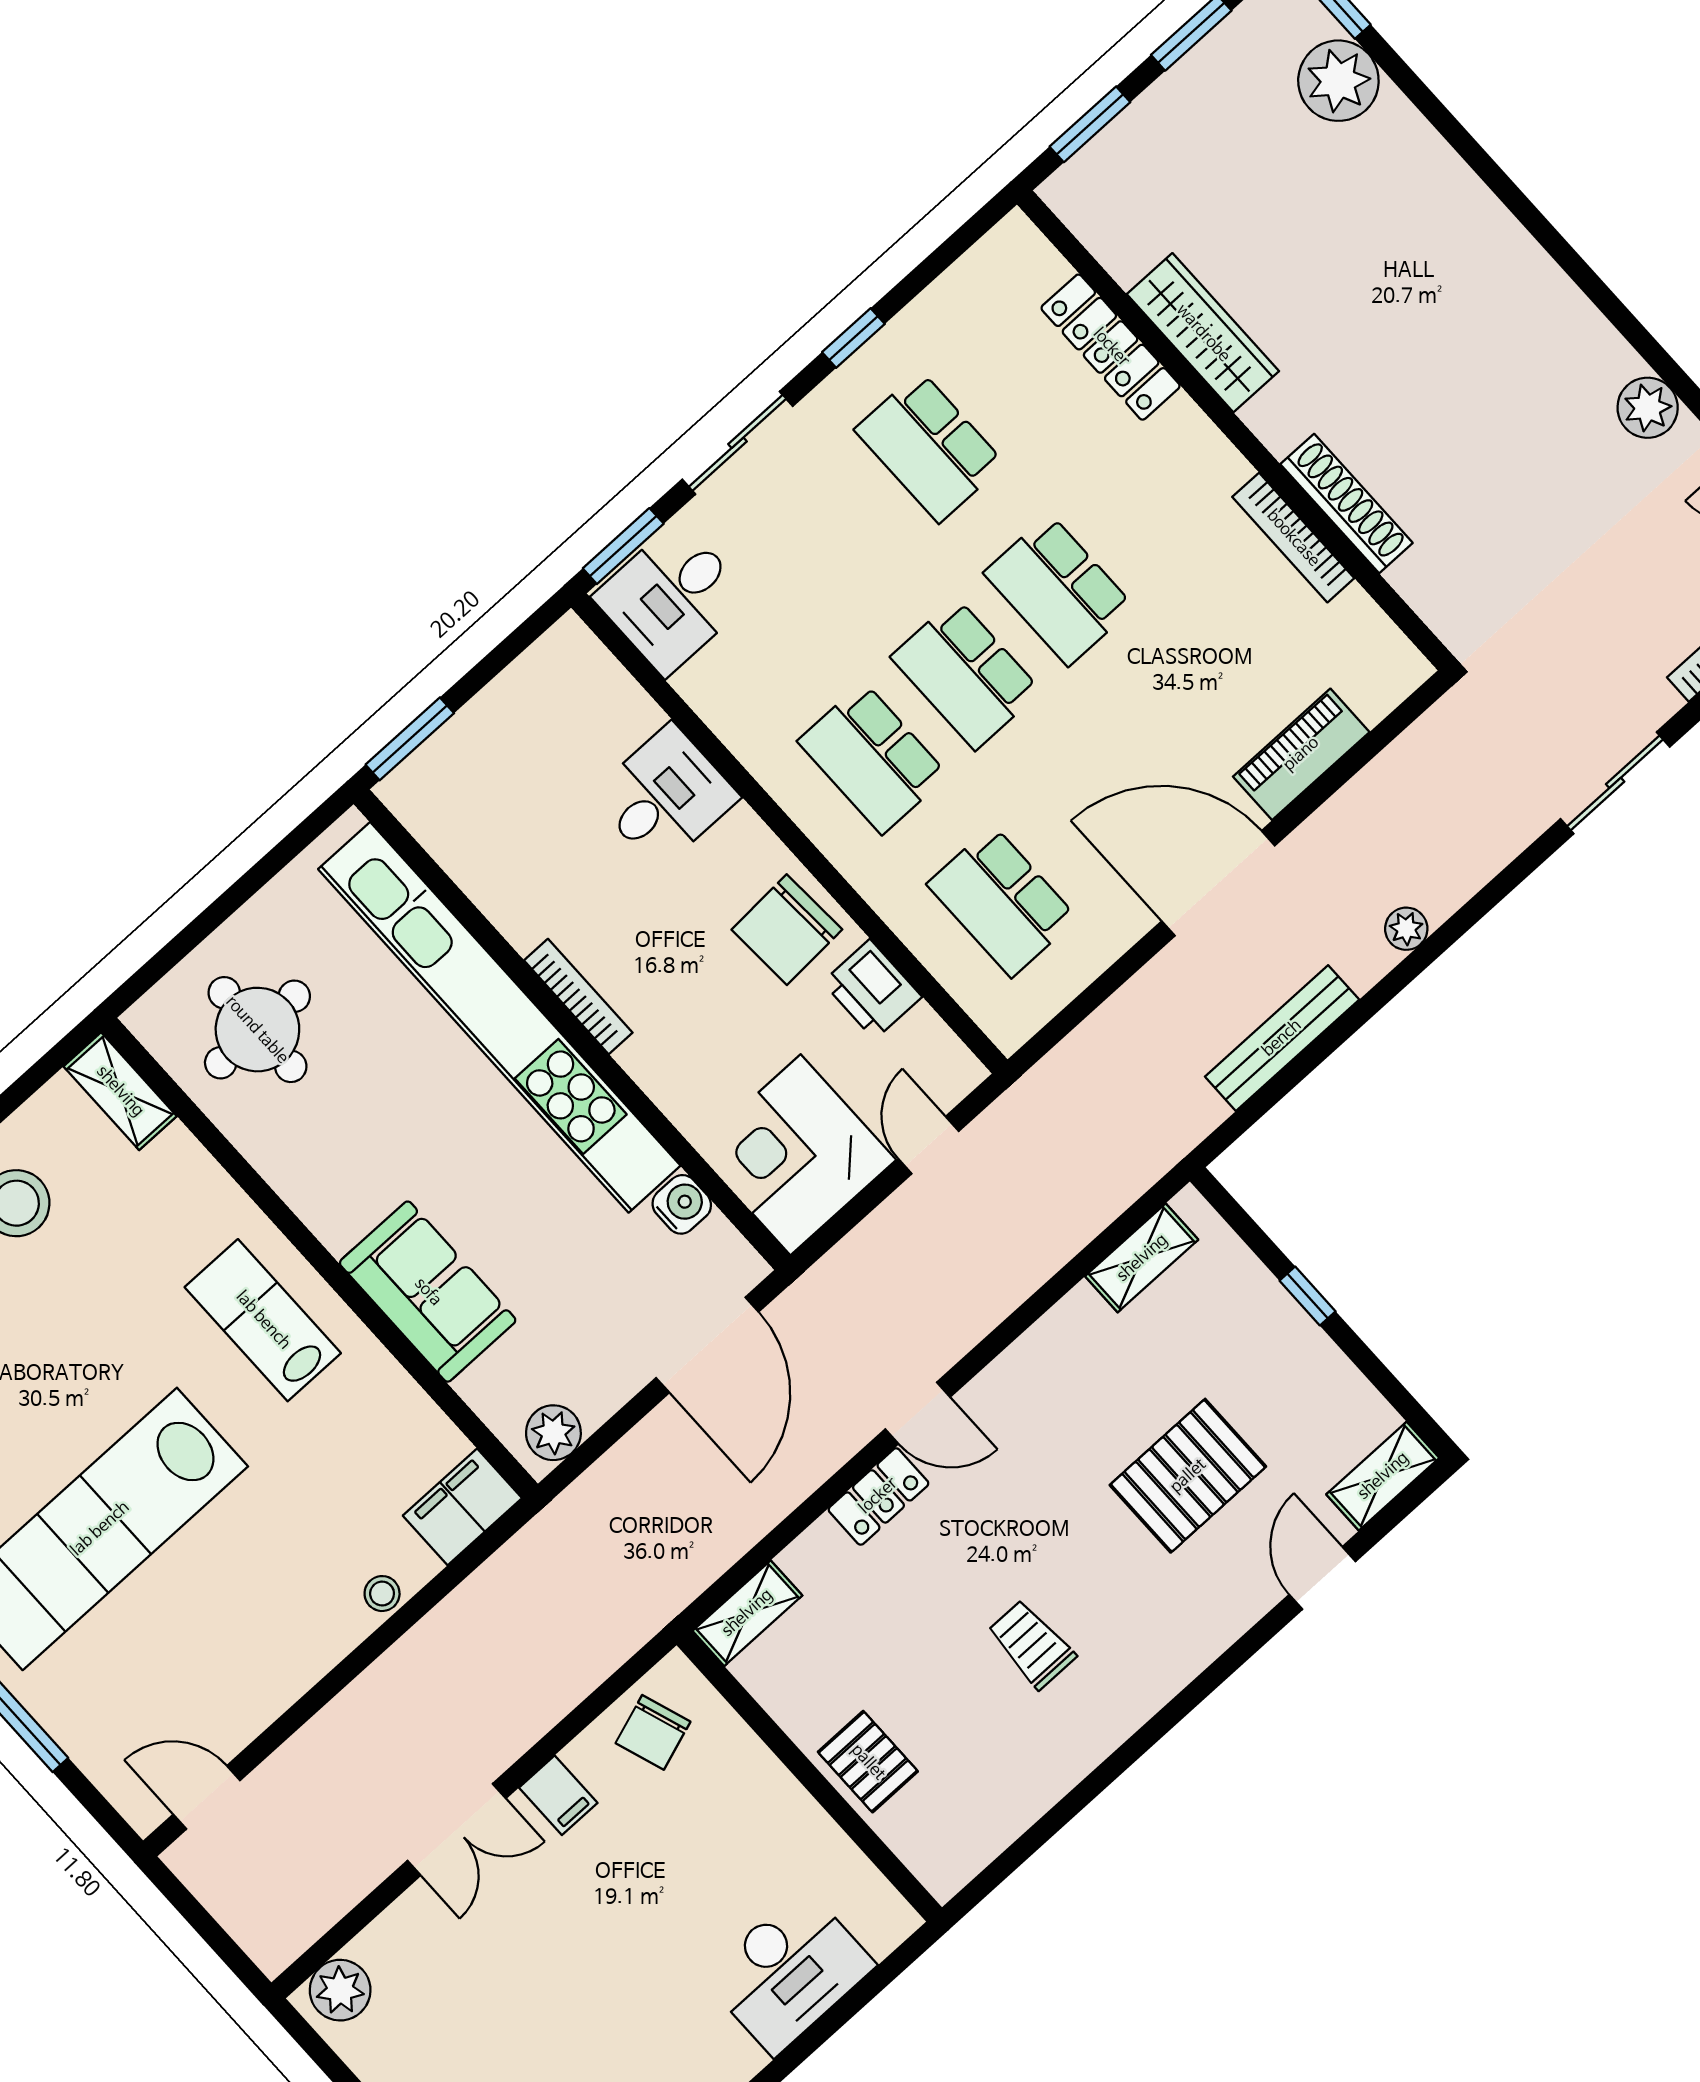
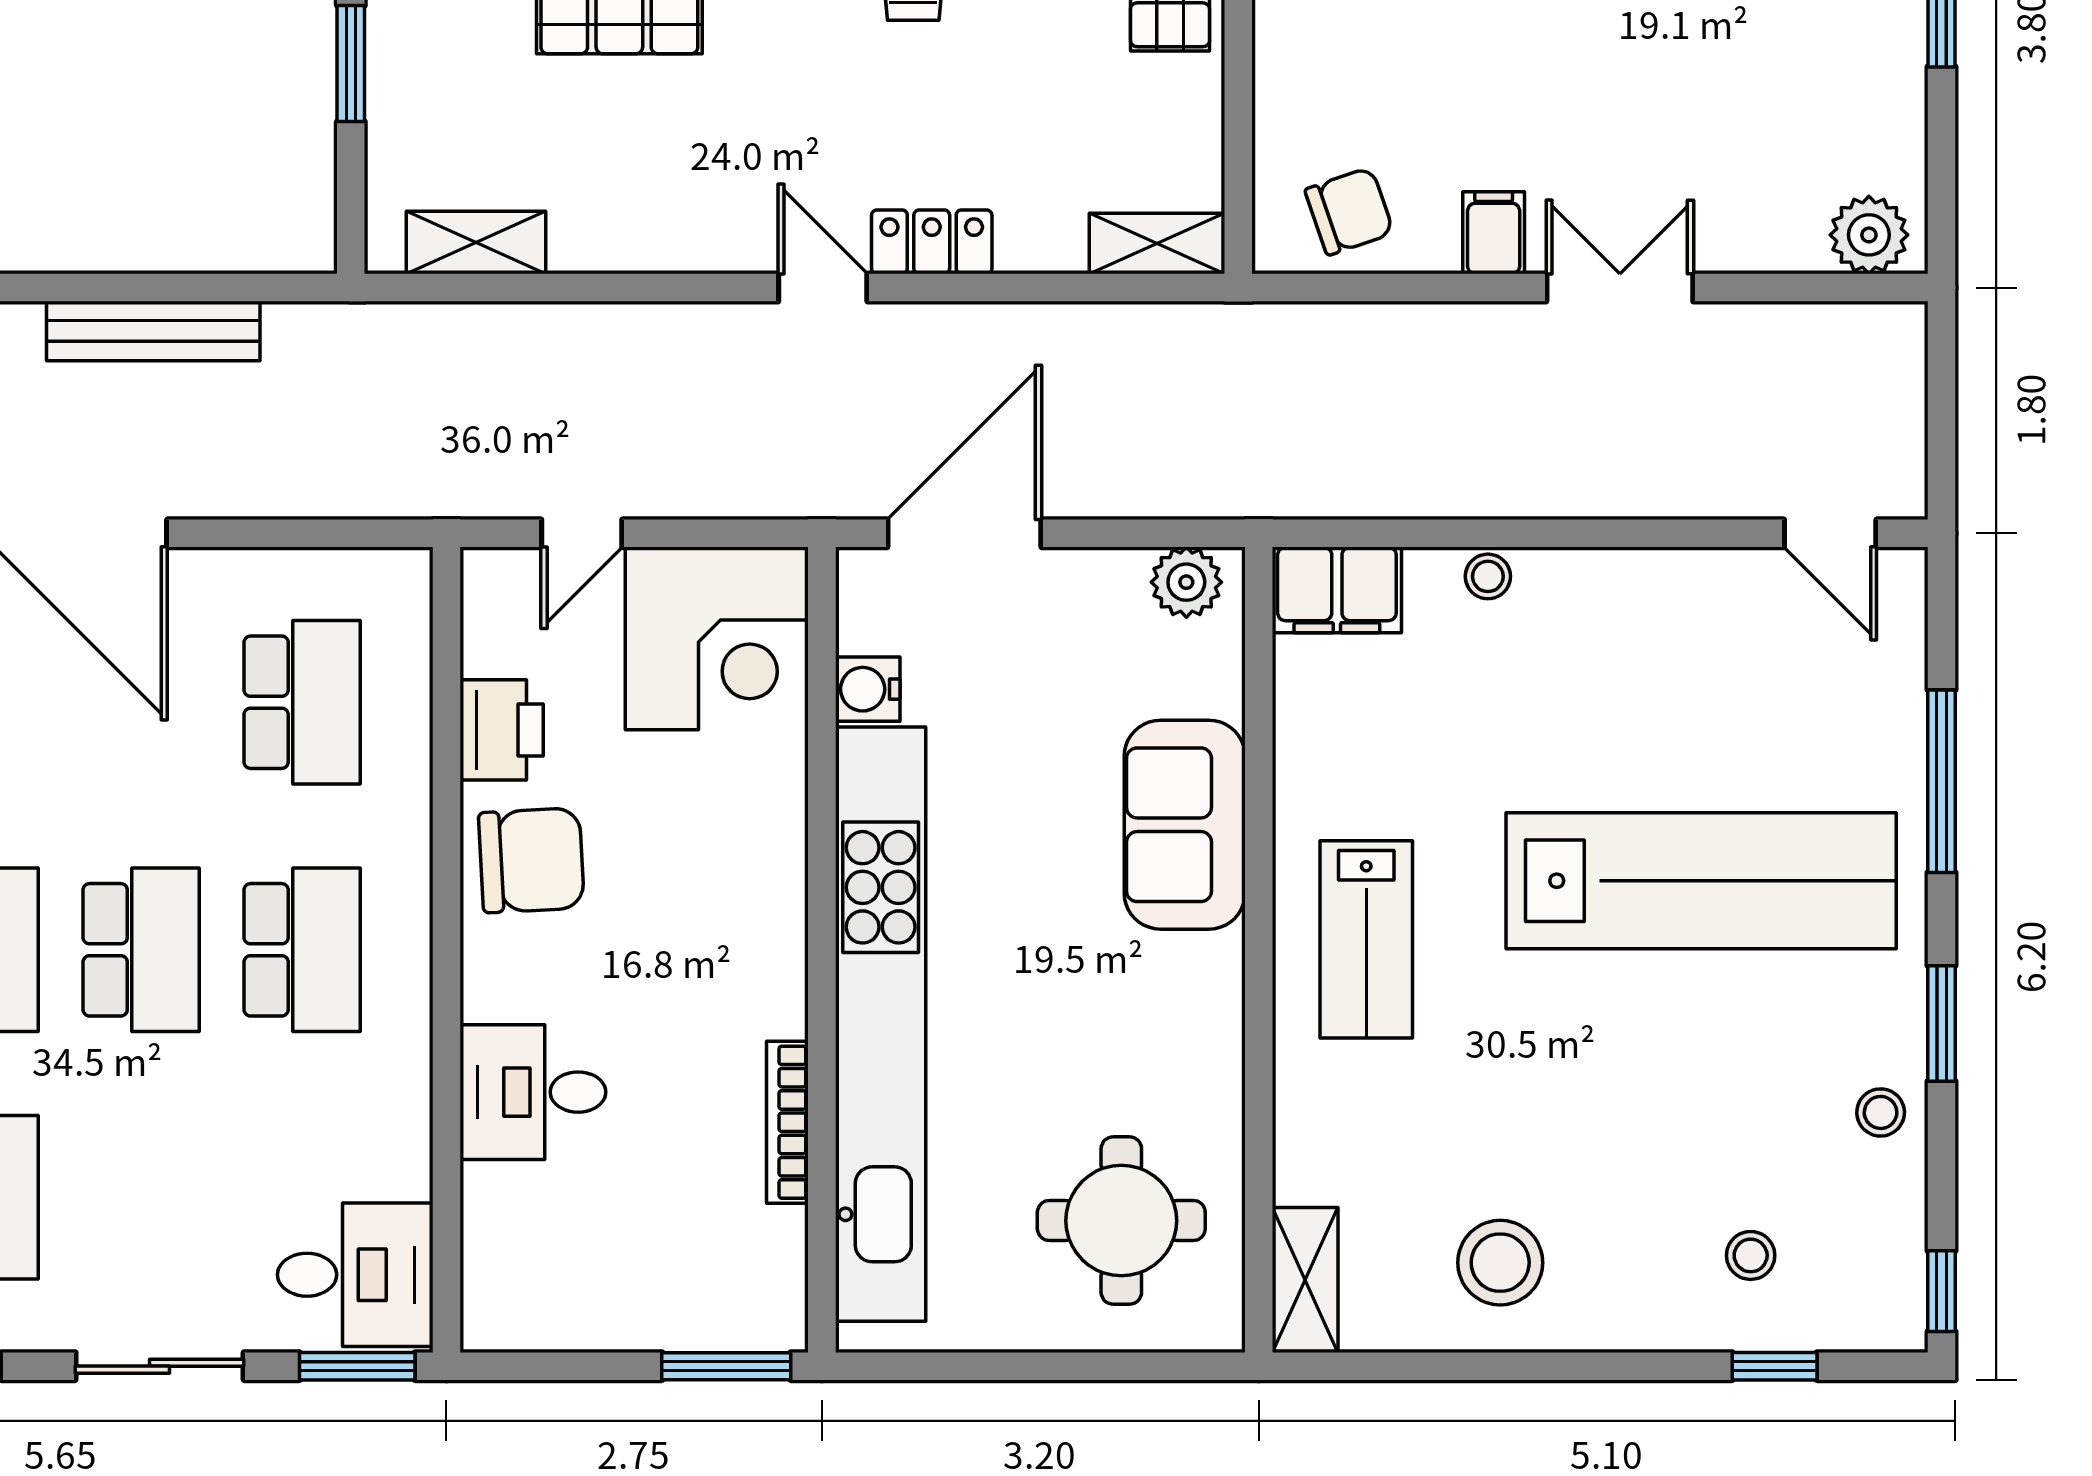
bookcase: (578, 996) -> (787, 1122), moved
window: (1308, 1296) -> (351, 64), width x1.50

